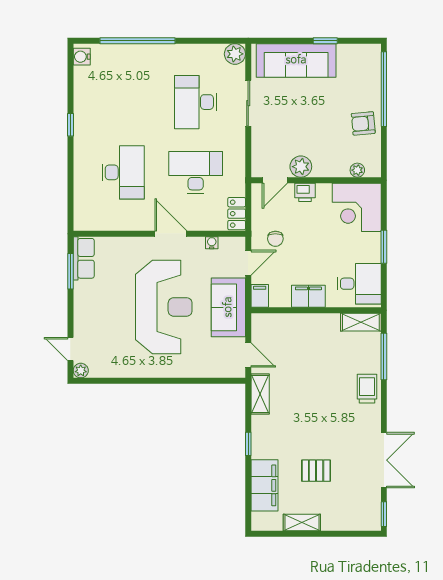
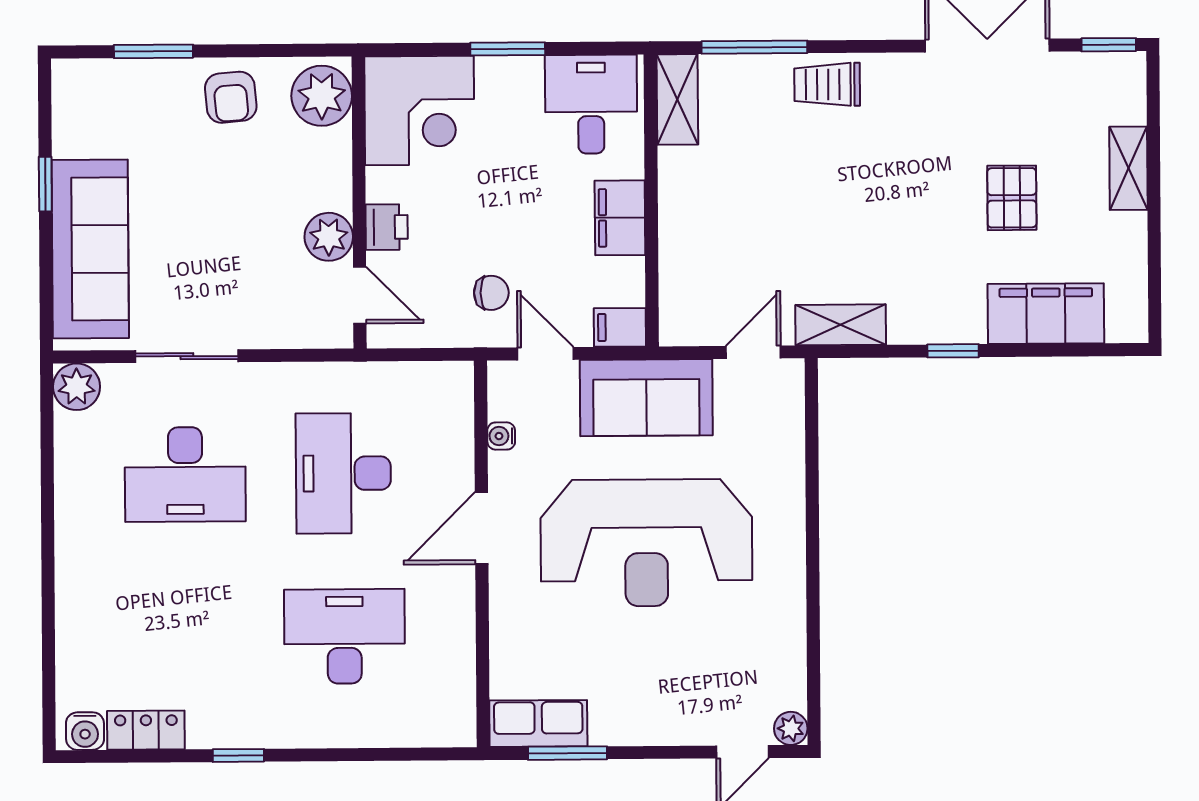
window: (138, 41) -> (48, 606), removed
window: (384, 89) -> (153, 51), width x0.47
plant: (357, 170) -> (322, 96), width x1.87, depth x1.87
locker: (237, 214) -> (146, 730), moved, turned 180
reception desk: (164, 307) -> (646, 543), turned 180
shelving: (302, 523) -> (1128, 168), moved

